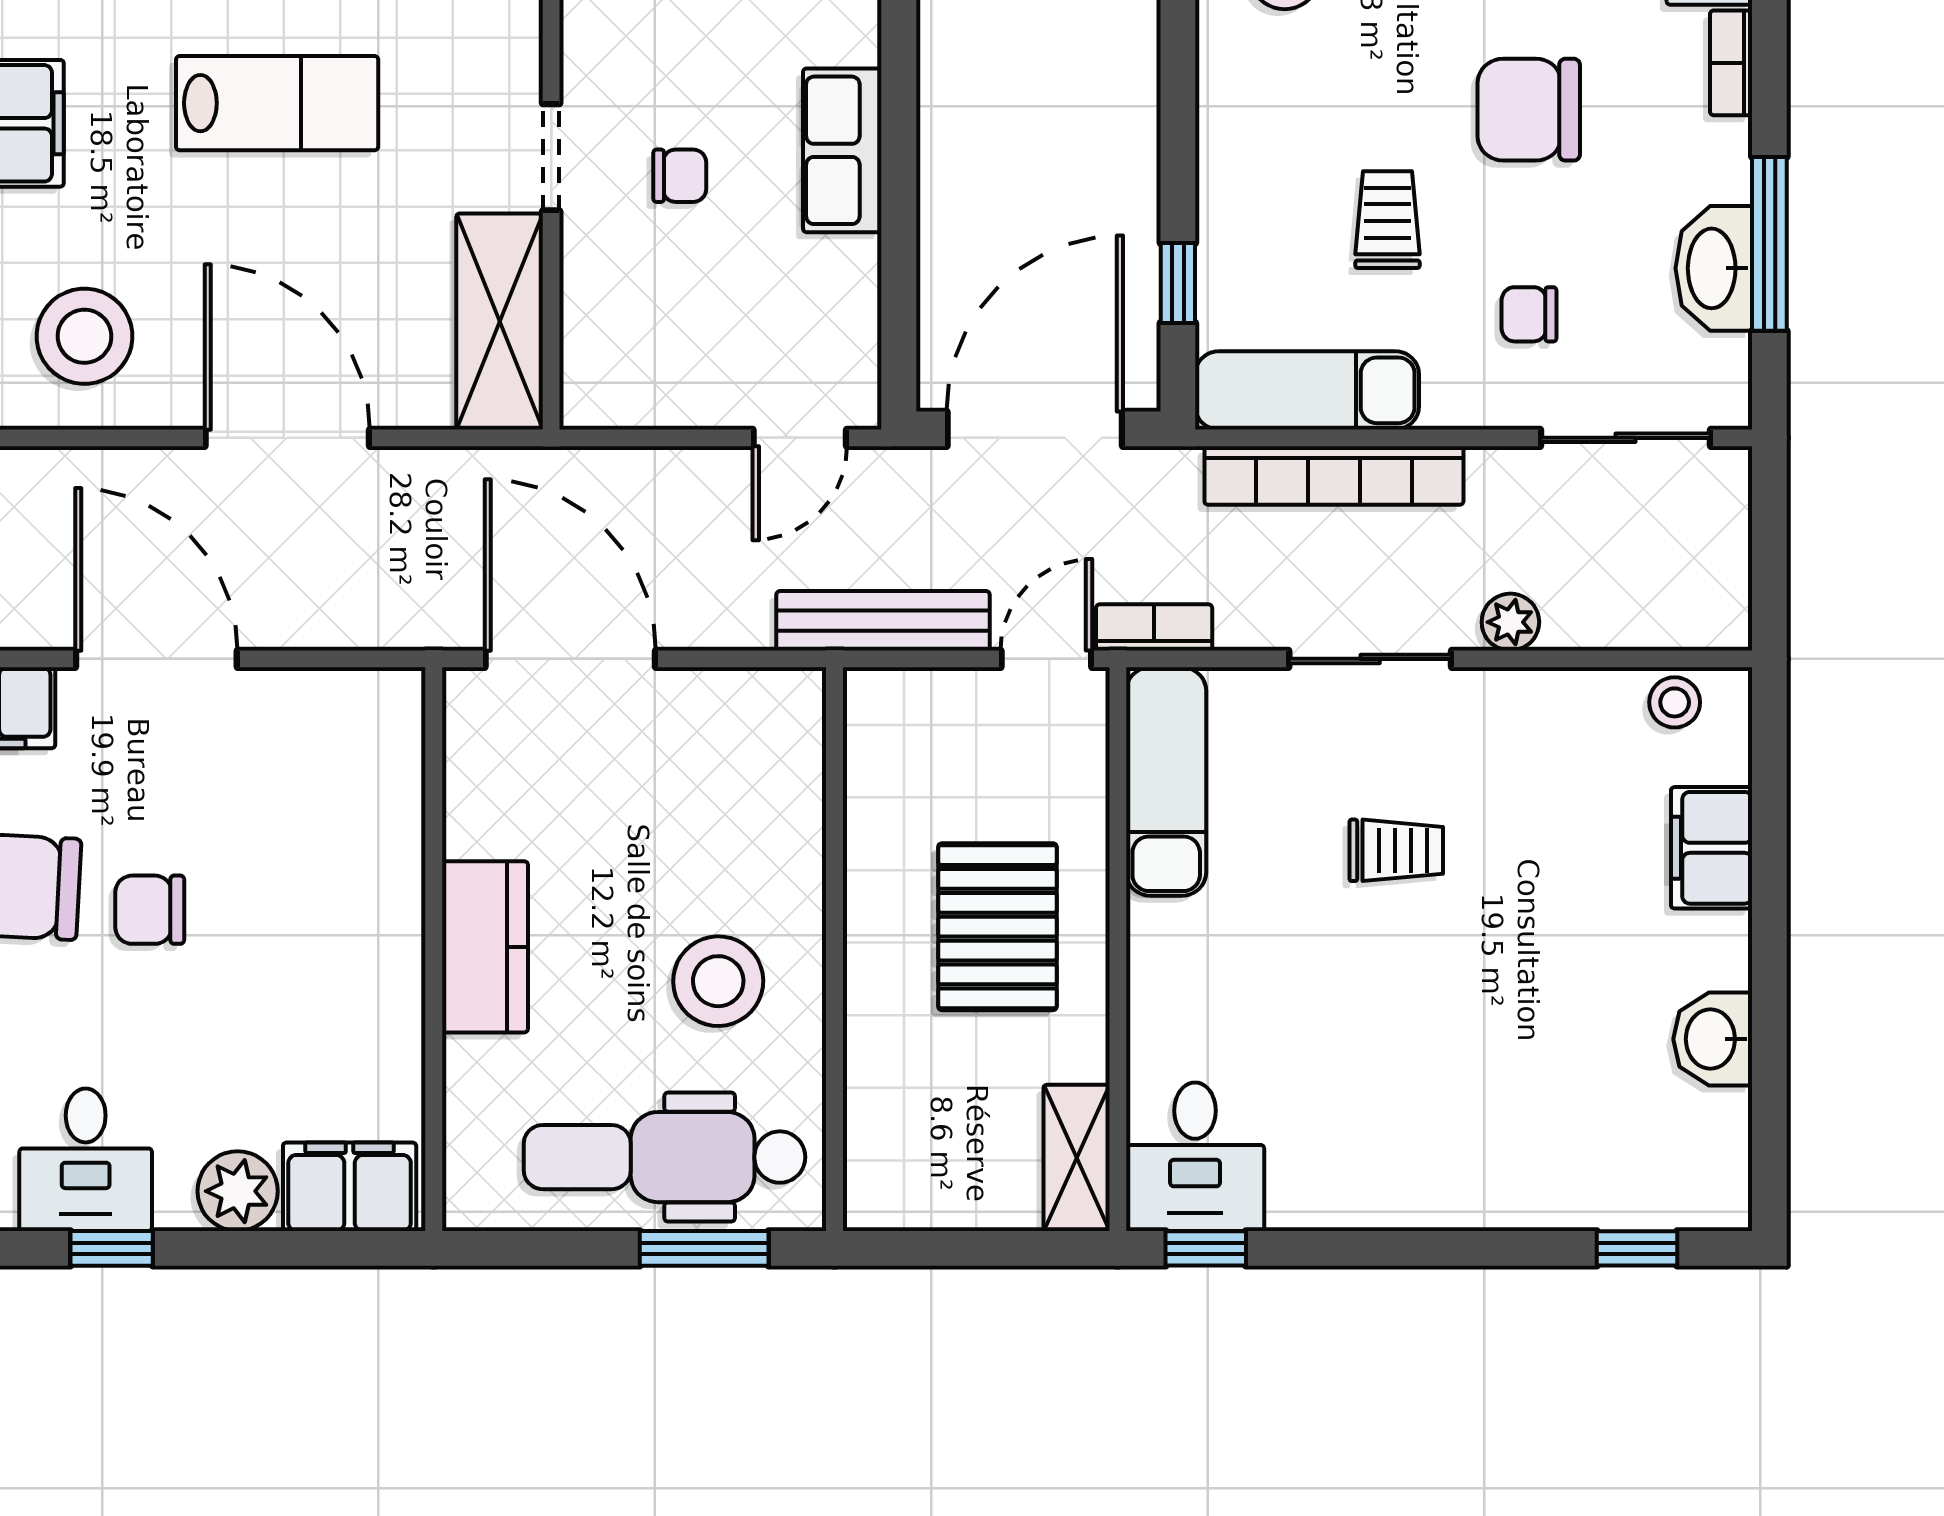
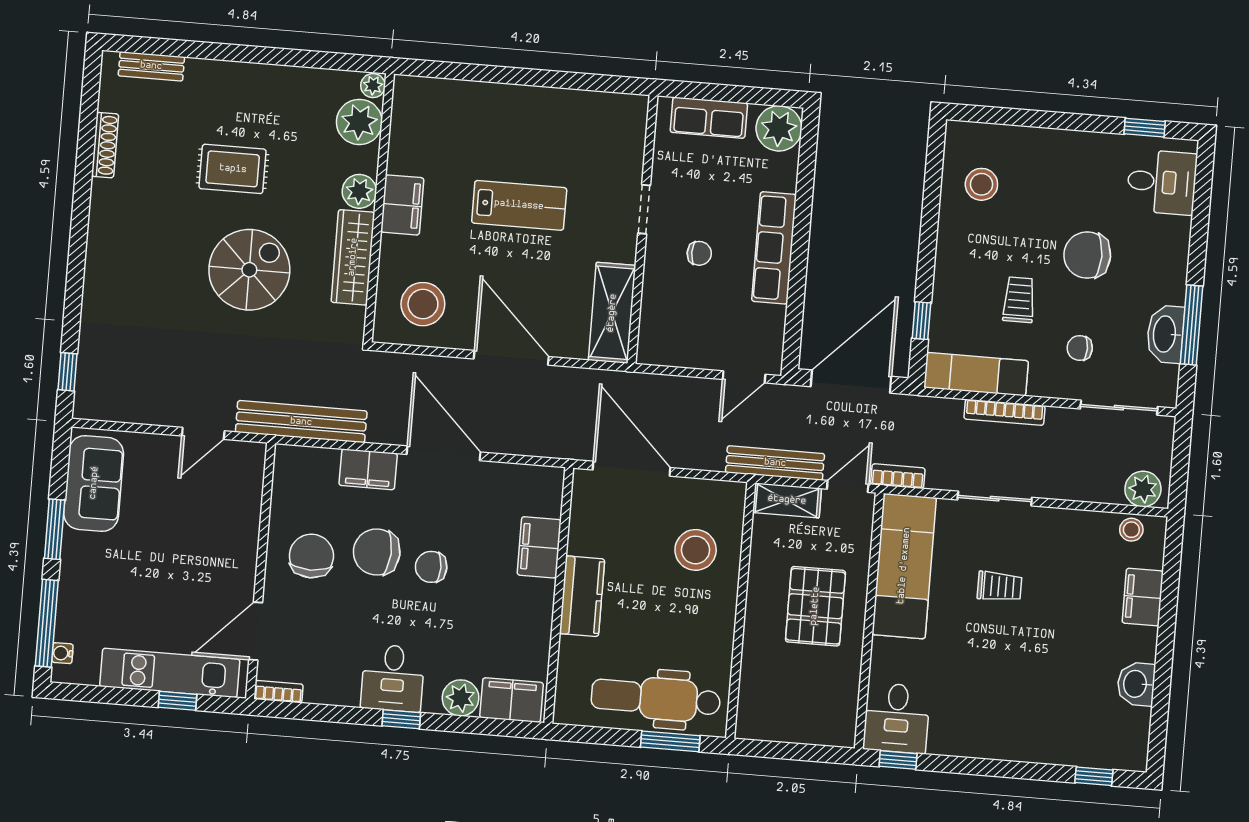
bookcase: (1731, 63) -> (1181, 241), removed
row of seats: (842, 150) -> (774, 248), width x1.48
doorway: (551, 157) -> (644, 209), moved
bookcase: (1334, 476) -> (1004, 412), width x0.68, depth x0.76
plant: (1510, 622) -> (1143, 489), moved, width x1.38, depth x1.38
exam couch: (1166, 782) -> (904, 566), width x1.36, depth x1.45
filing cabinet: (382, 848) -> (539, 547), added
stool: (718, 981) -> (696, 550), moved
shelving: (1077, 1158) -> (787, 500), moved, turned 90

